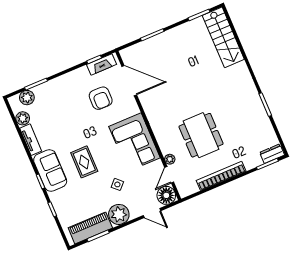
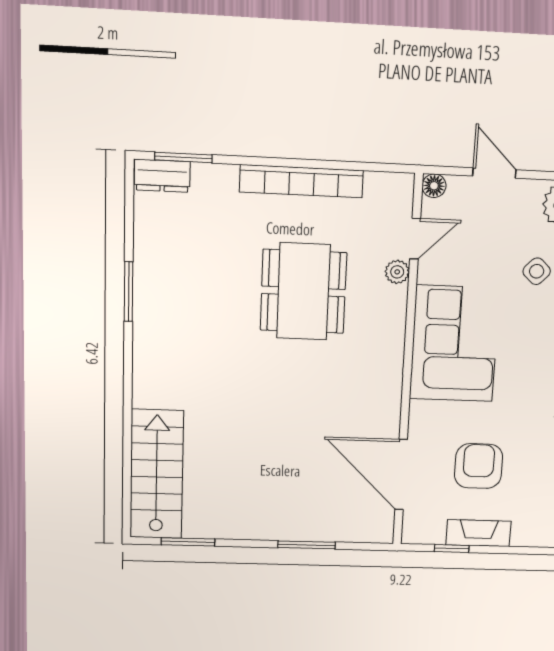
fireplace: (102, 64) -> (478, 533), moved
floor lamp: (166, 195) -> (434, 186), width x0.53, depth x0.53

